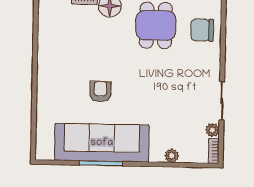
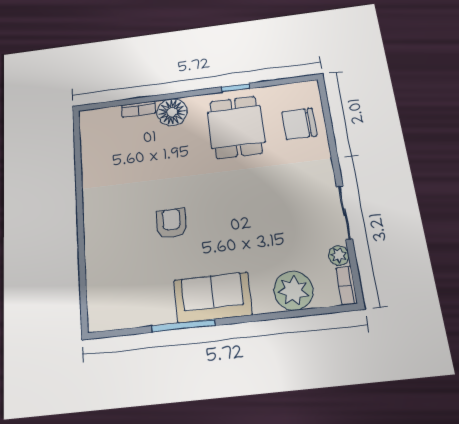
sofa: (102, 143) -> (213, 297), width x0.54, depth x0.79
plant: (172, 156) -> (293, 291), width x1.87, depth x1.87

